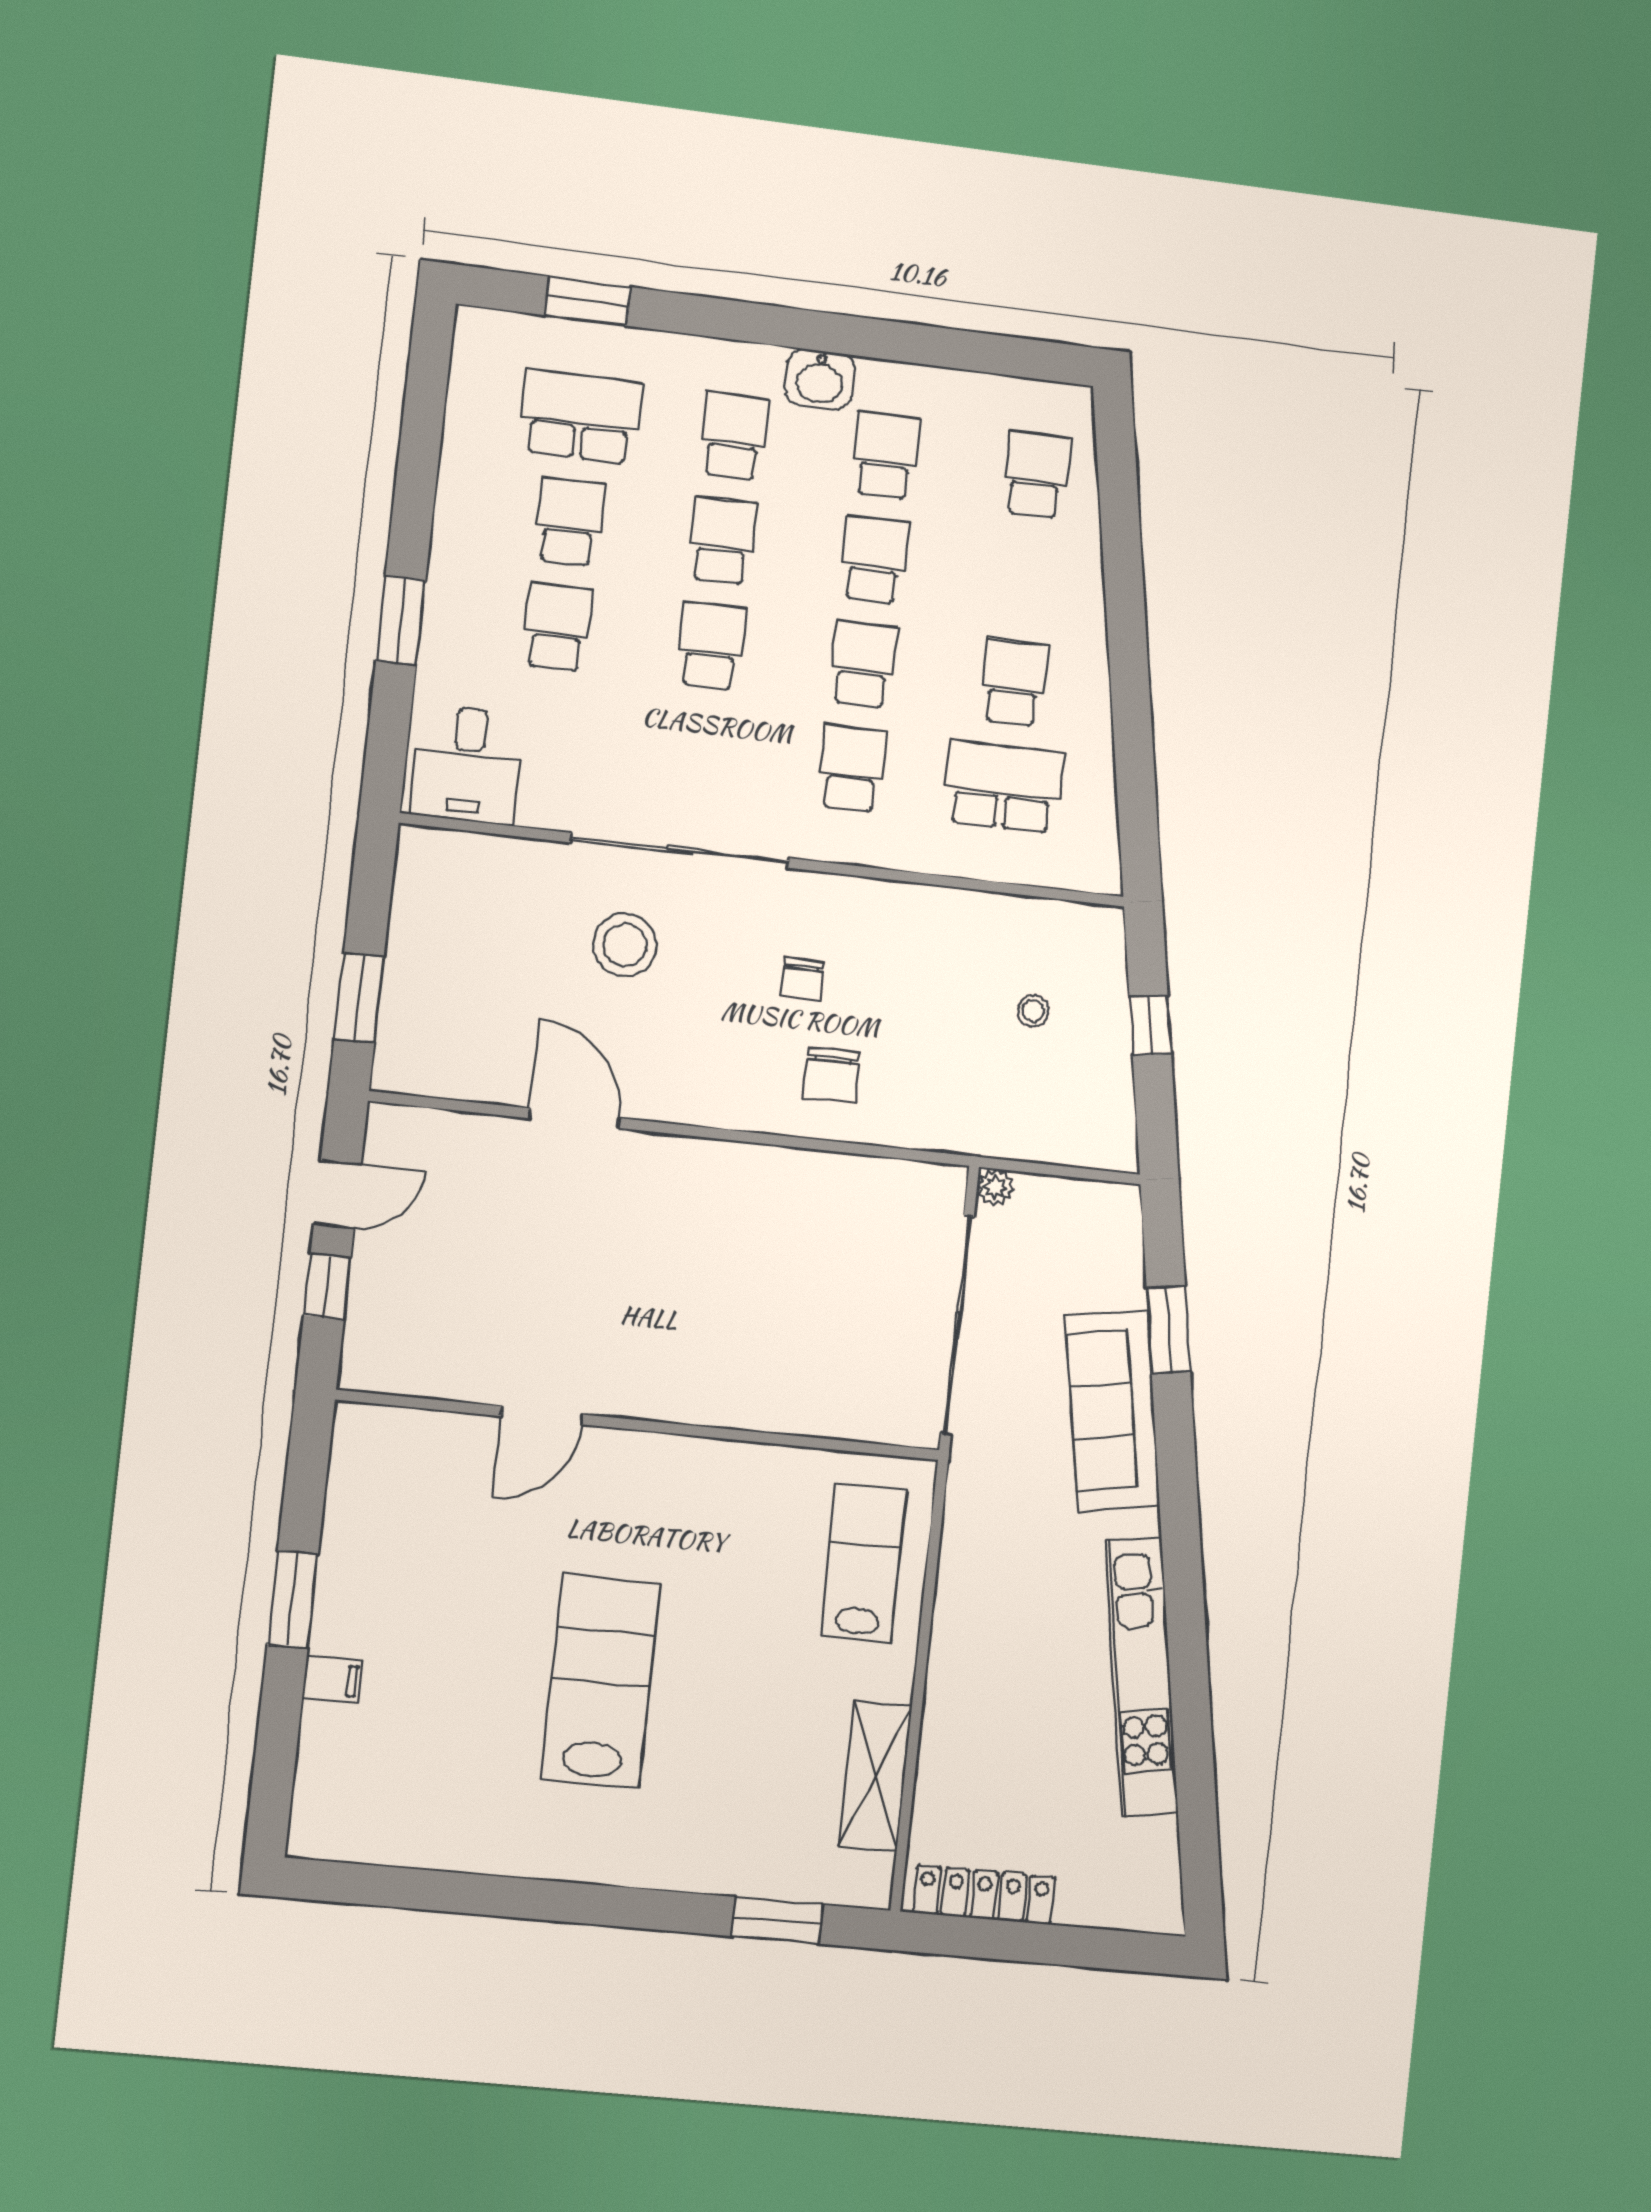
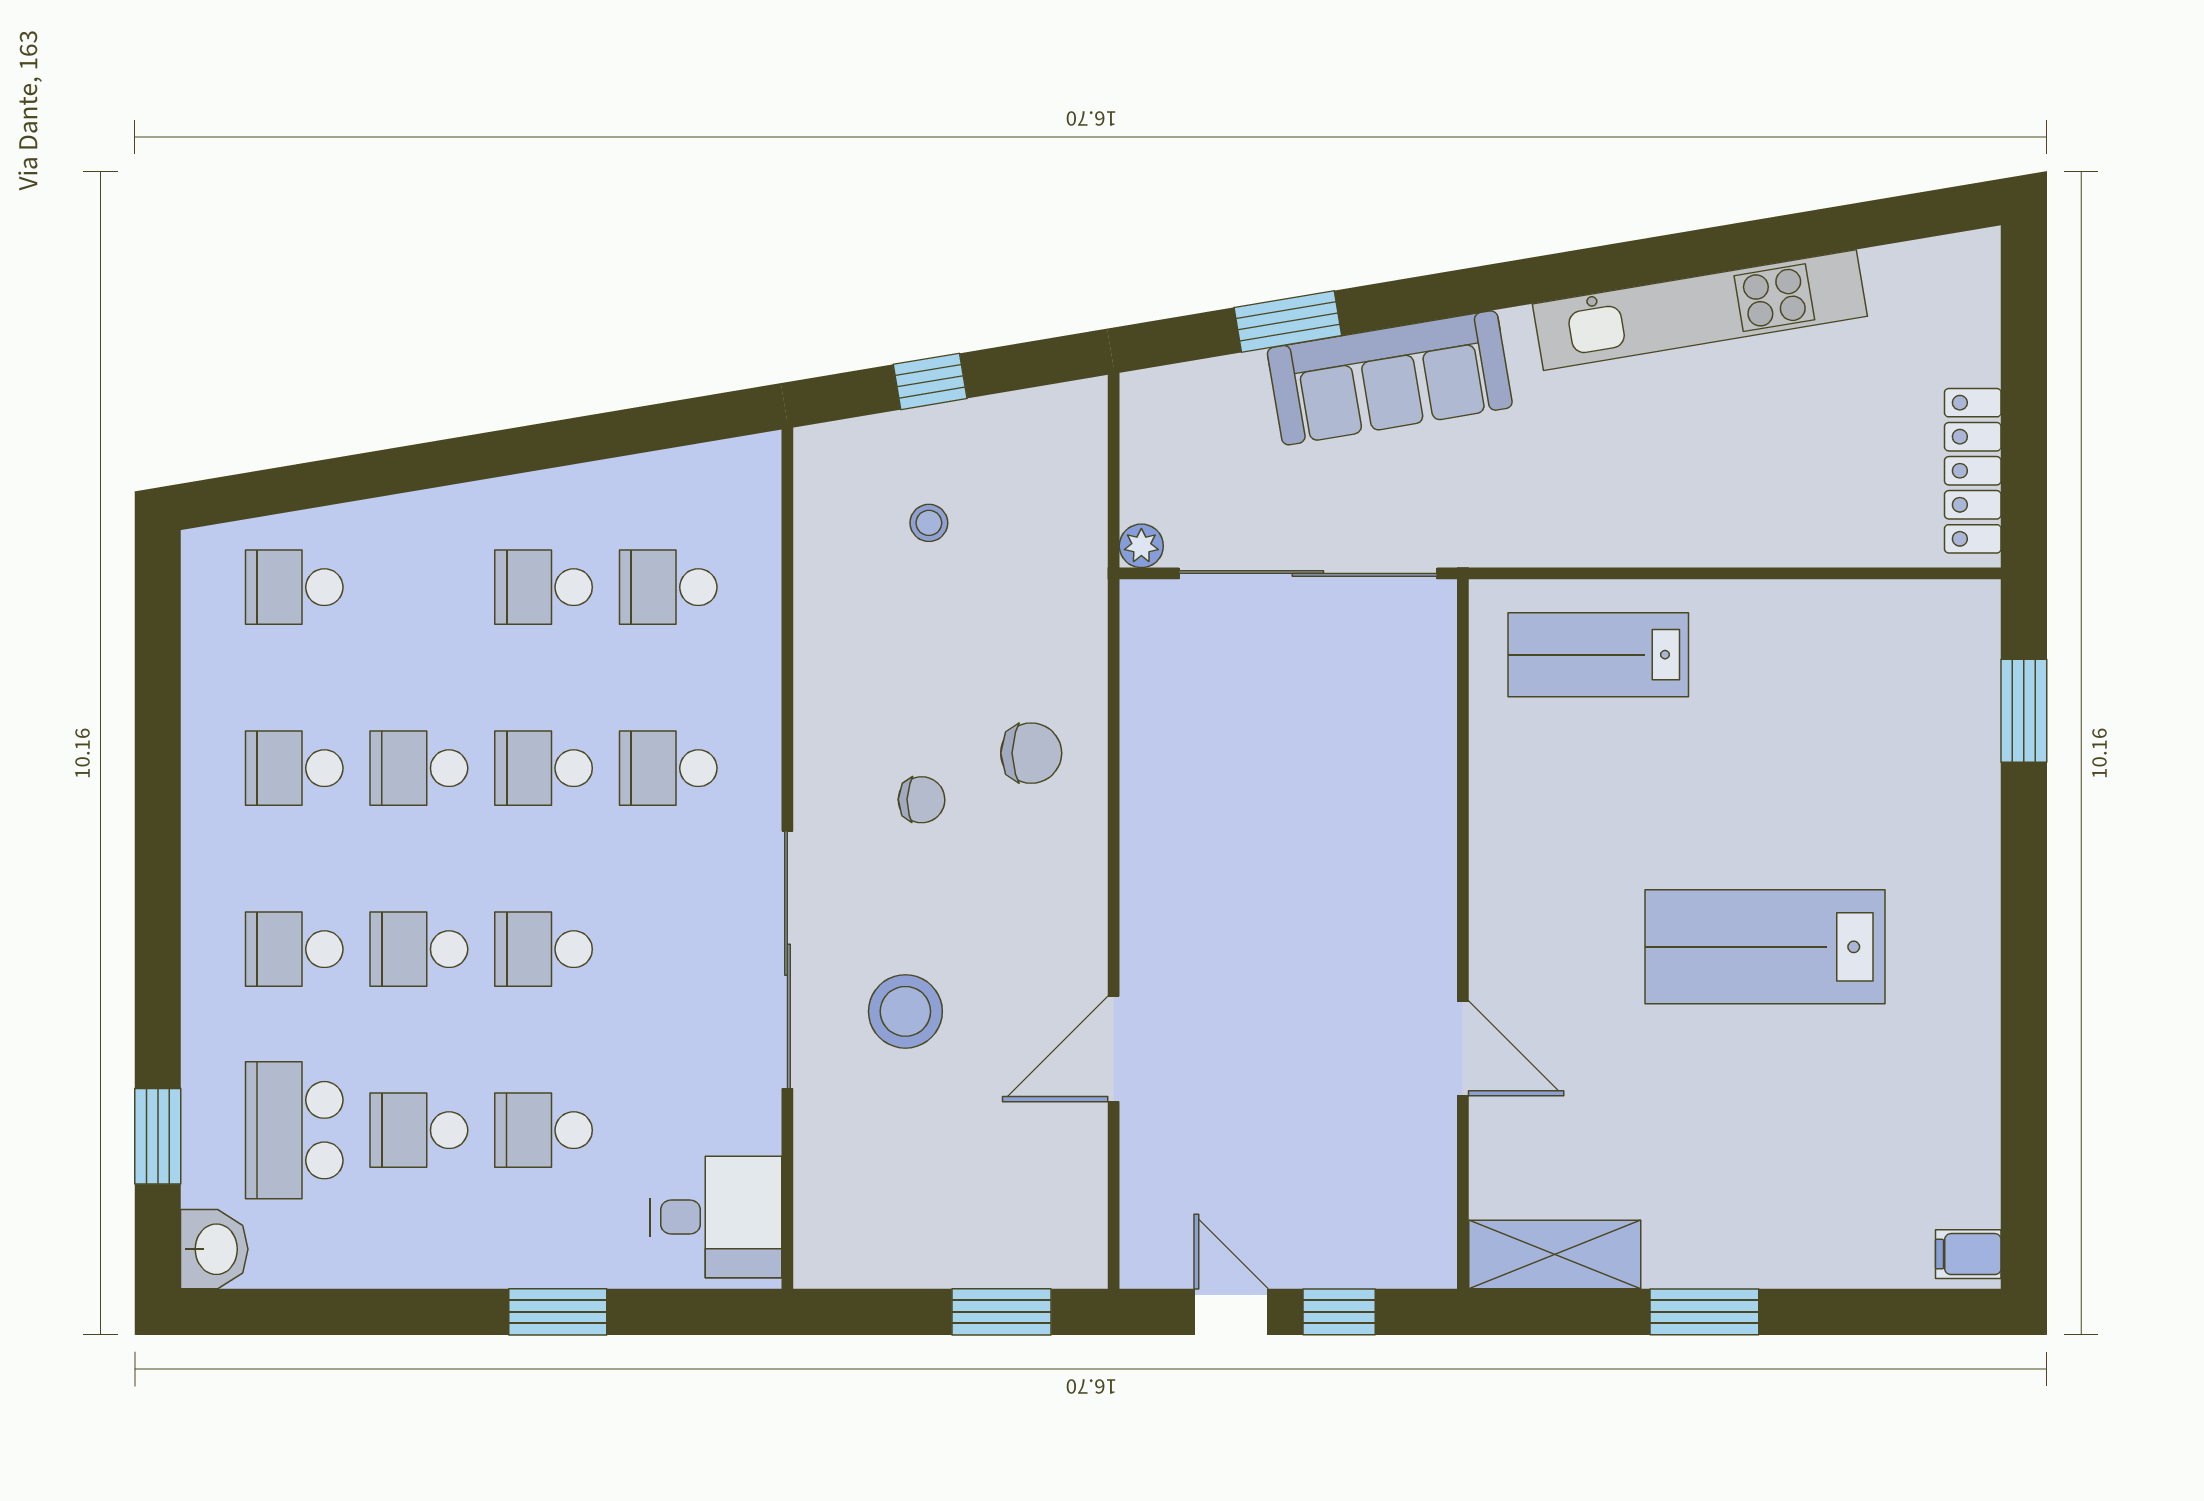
washbasin: (820, 379) -> (214, 1249), moved
school desk: (1003, 787) -> (668, 587), width x0.54
filing cabinet: (333, 1680) -> (1968, 1254), moved, turned -90
shelving: (876, 1776) -> (1555, 1255), moved

